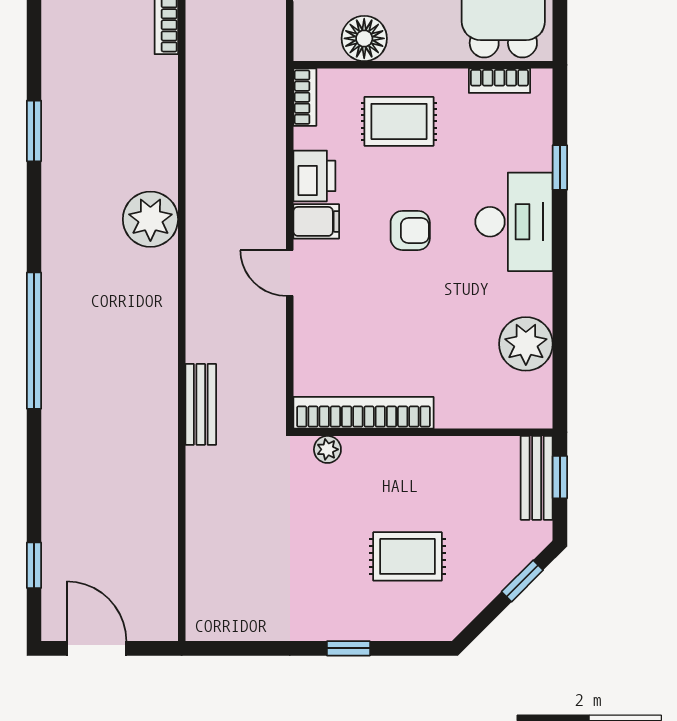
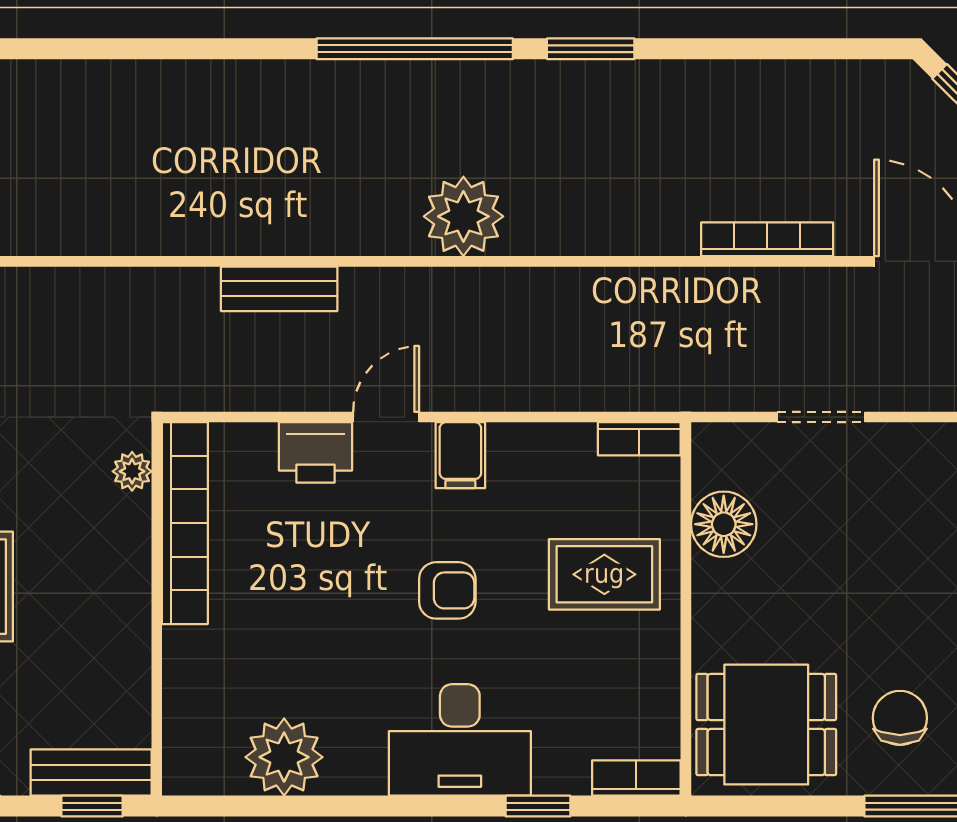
bookcase: (499, 81) -> (636, 778), moved, turned 90
rug: (399, 121) -> (604, 574), turned 90
printer: (314, 176) -> (315, 452), moved
armchair: (410, 230) -> (447, 590), turned -90
window: (34, 341) -> (415, 49), moved
bench: (201, 404) -> (279, 289), moved

